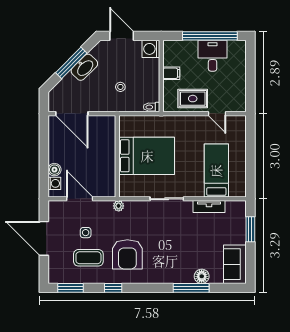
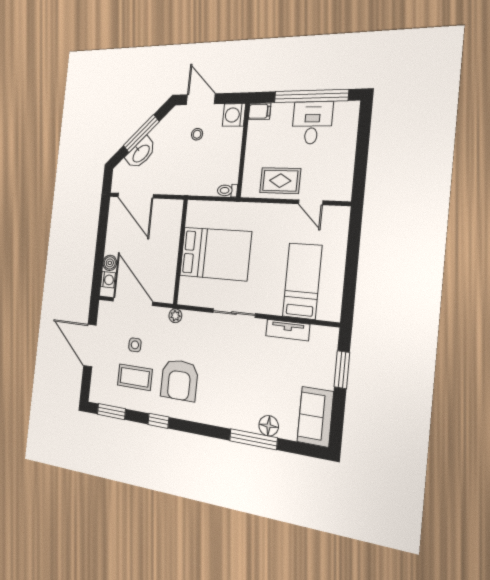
washbasin: (84, 67) -> (141, 153), moved
filing cabinet: (171, 73) -> (260, 111), moved
stool: (120, 87) -> (197, 134), moved
door: (80, 199) -> (133, 302), width x1.36

